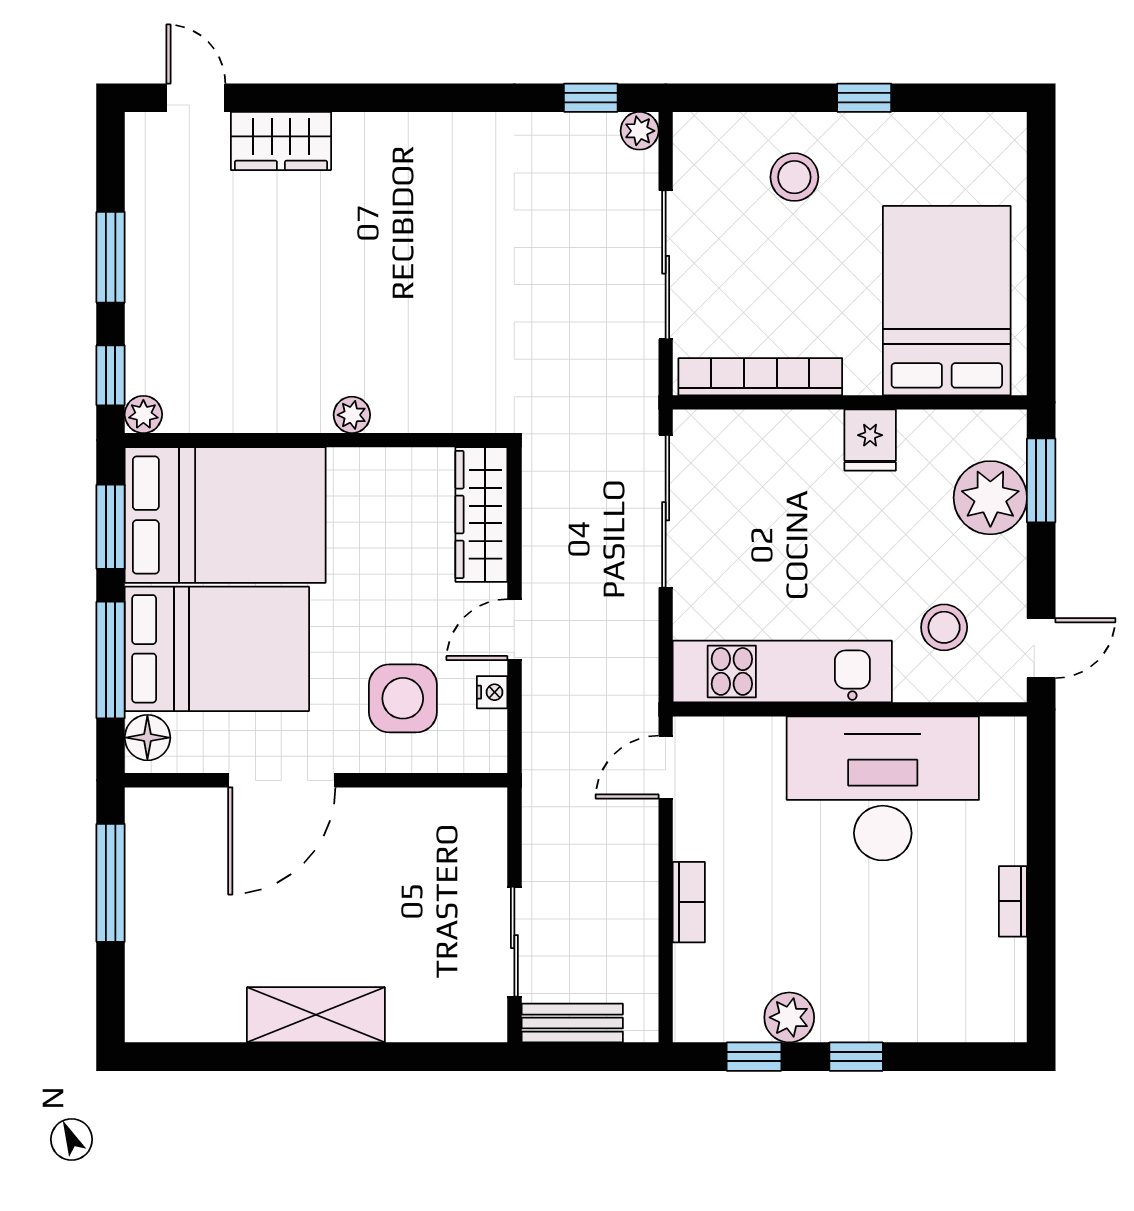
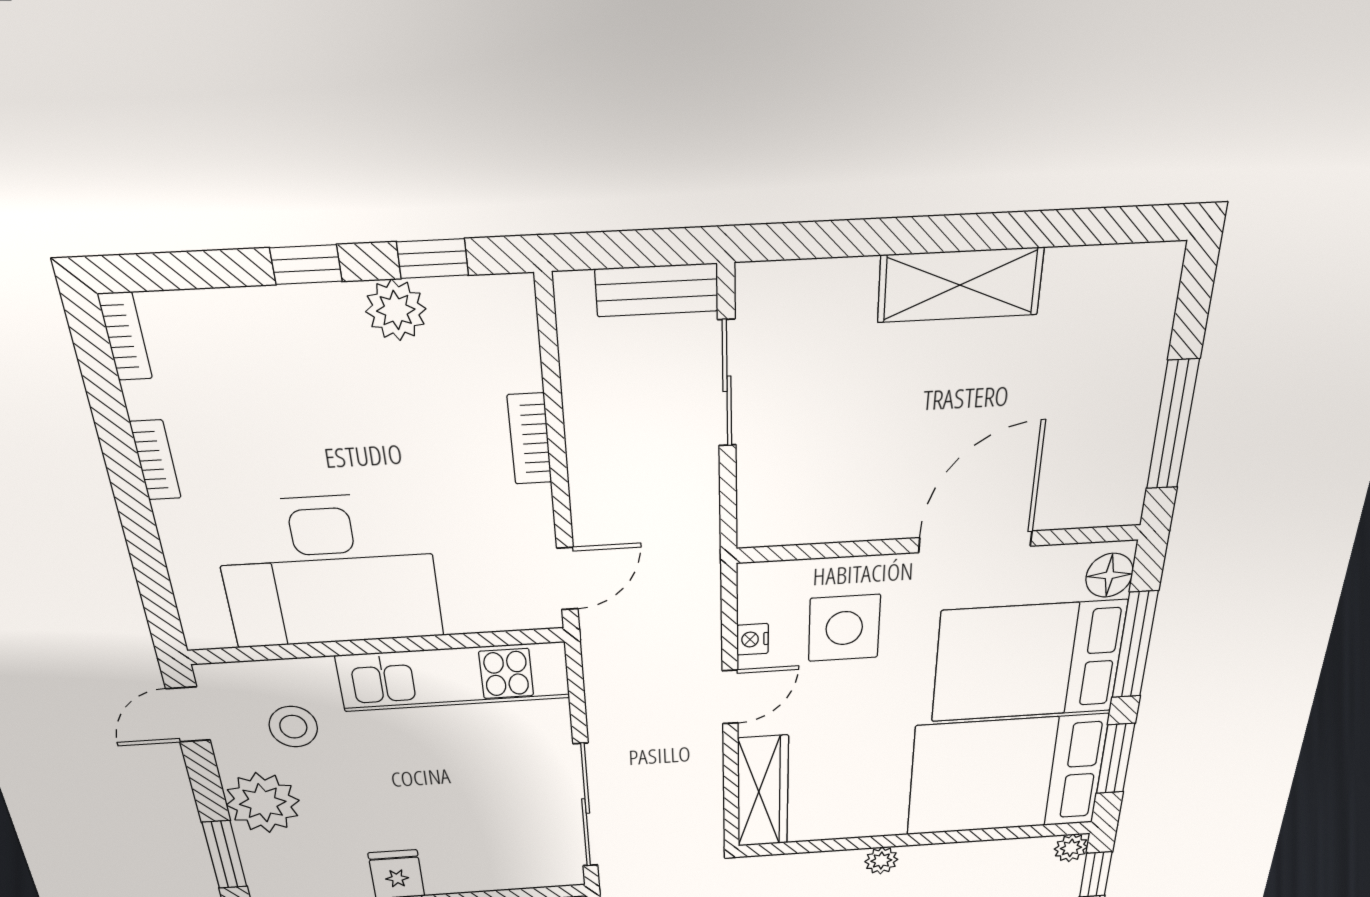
plant: (990, 498) -> (263, 803), moved
bookcase: (1013, 1007) -> (125, 336), added

